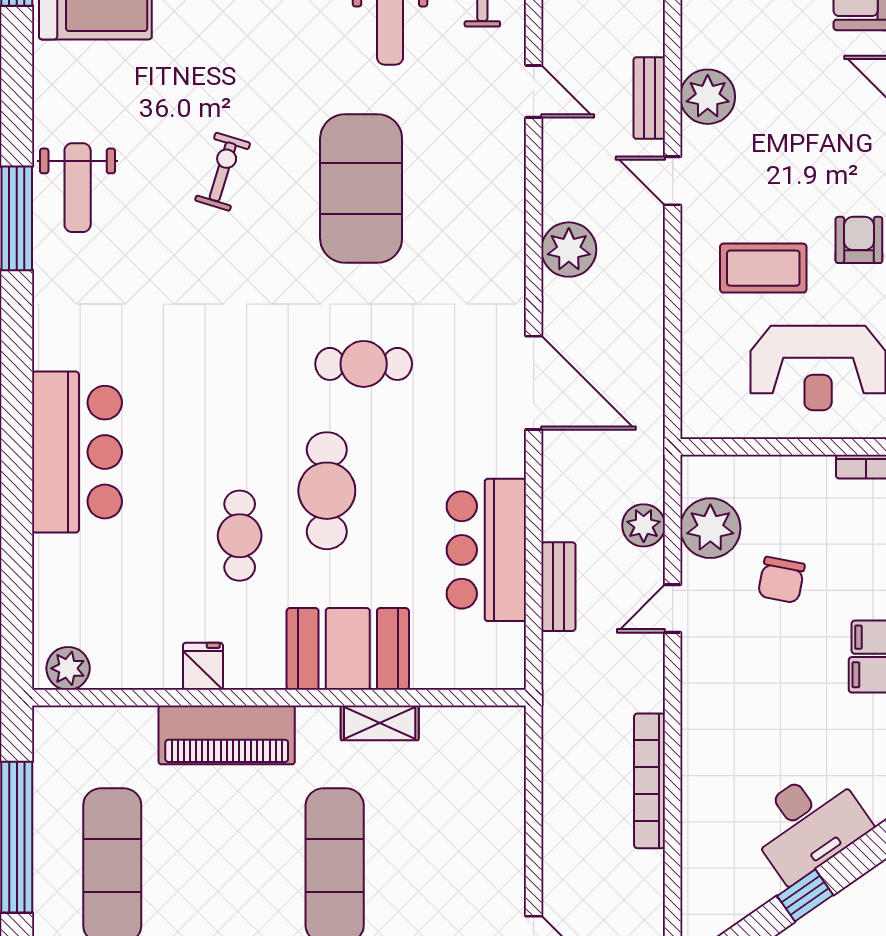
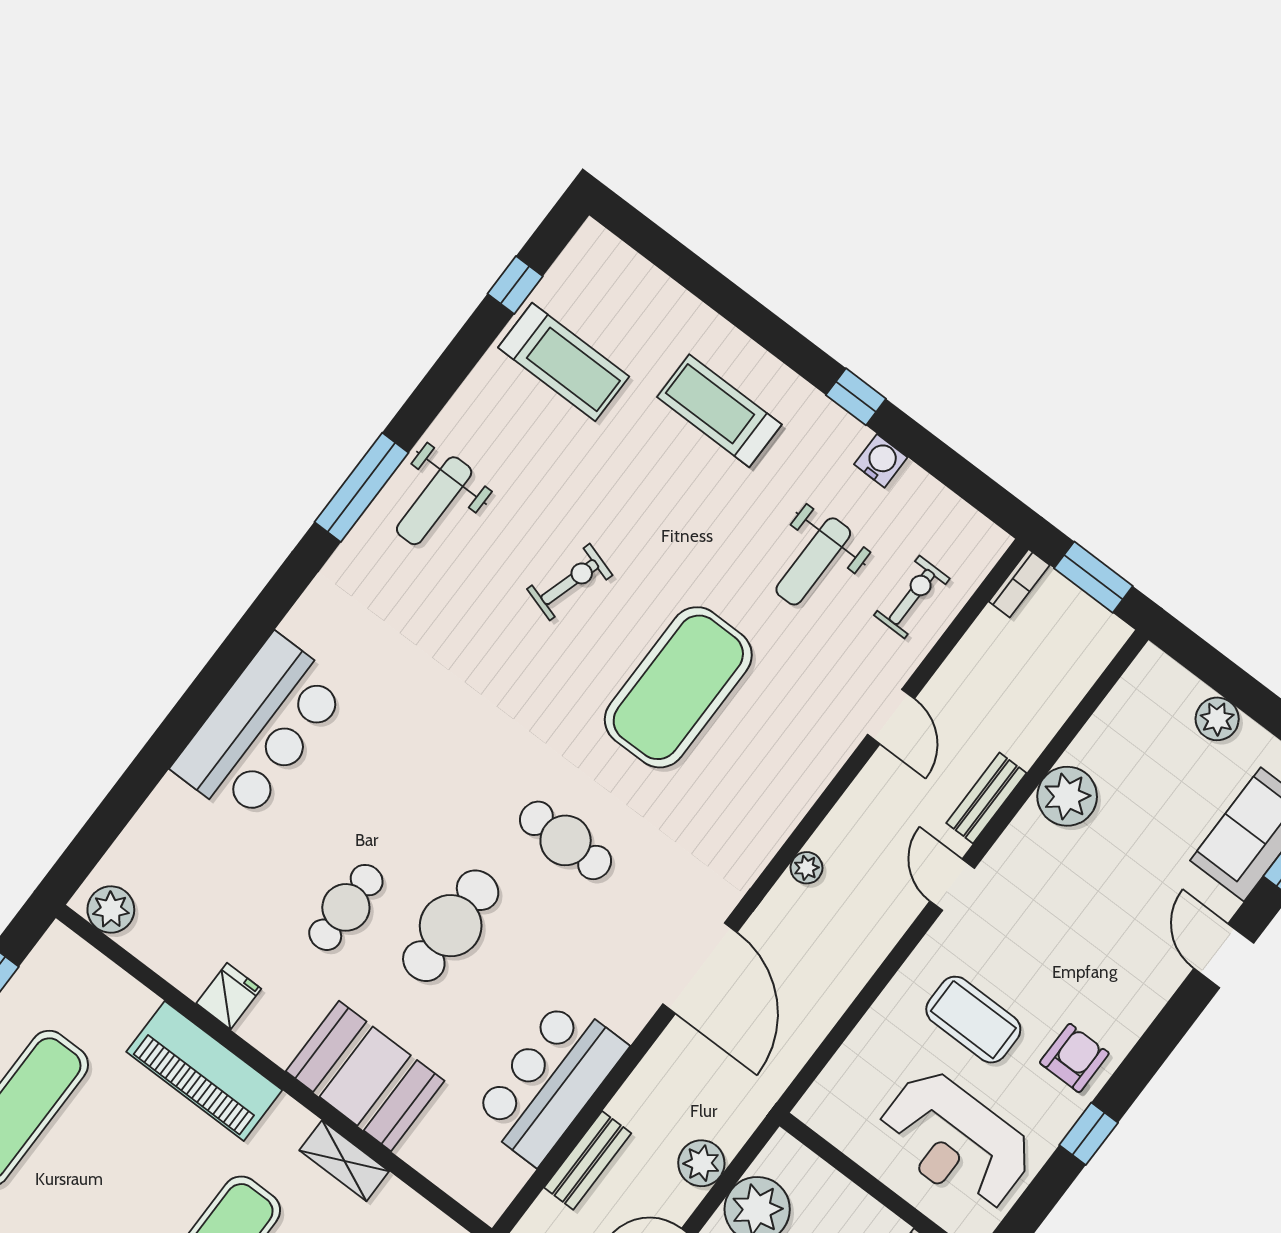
plant: (708, 97) -> (1067, 796), moved
plant: (569, 250) -> (806, 868), width x0.53, depth x0.53

